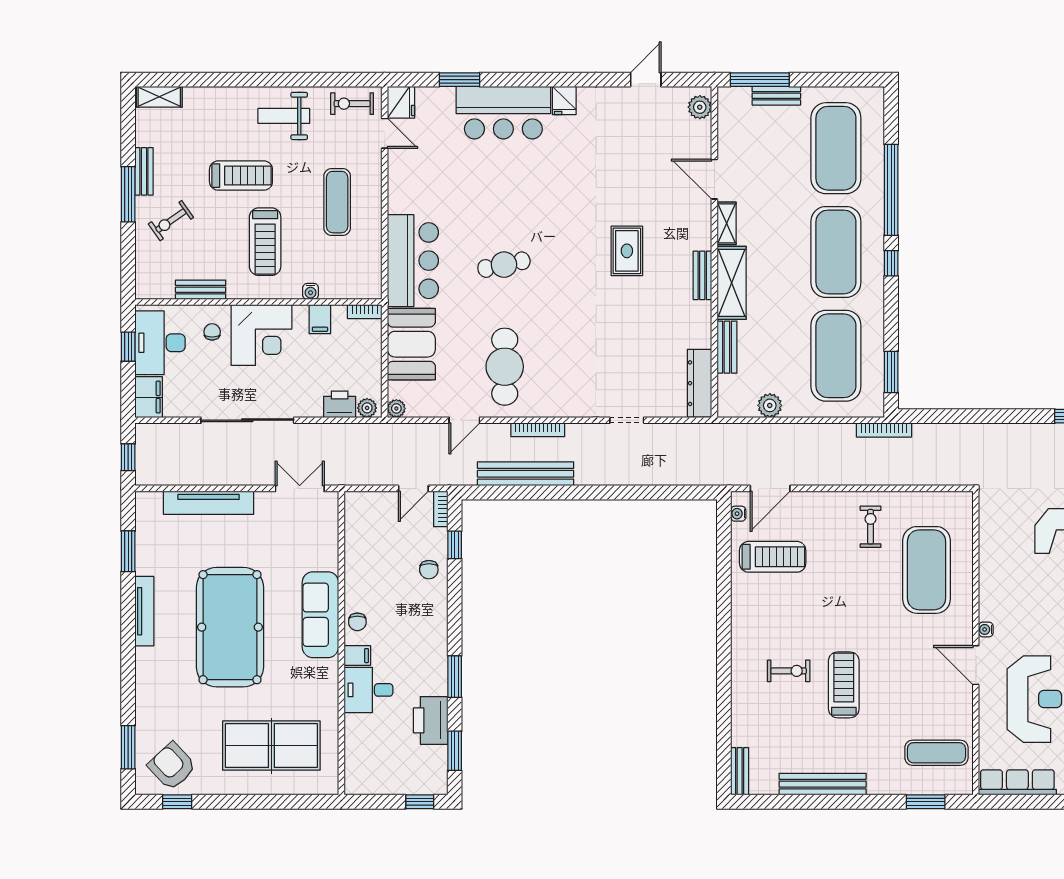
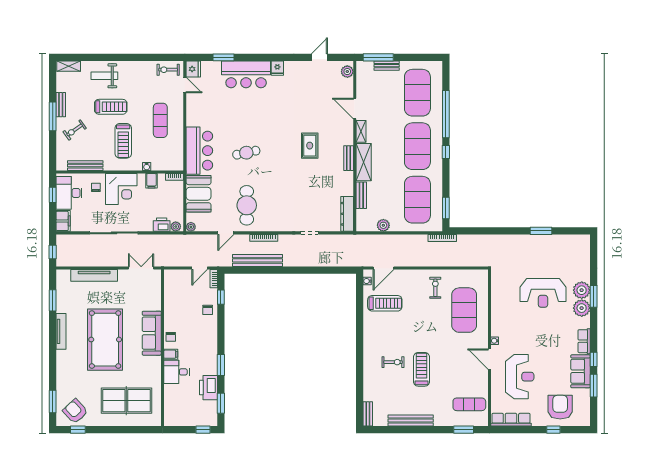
weight bench: (284, 116) -> (104, 76), moved
bench: (201, 290) -> (85, 166), width x1.36

